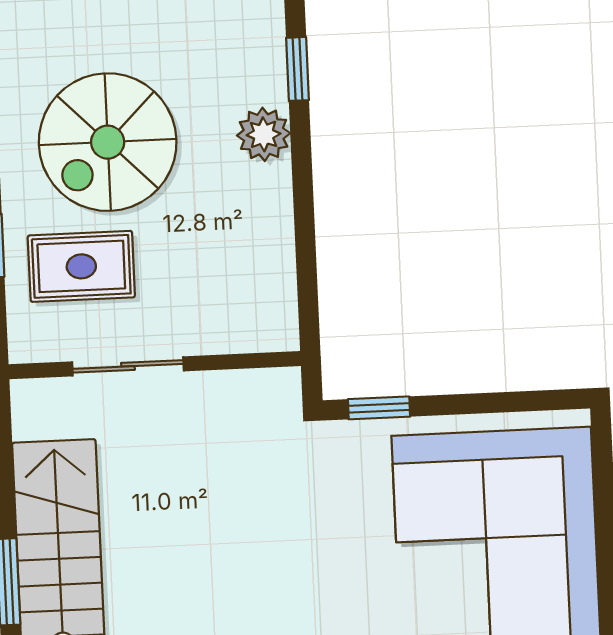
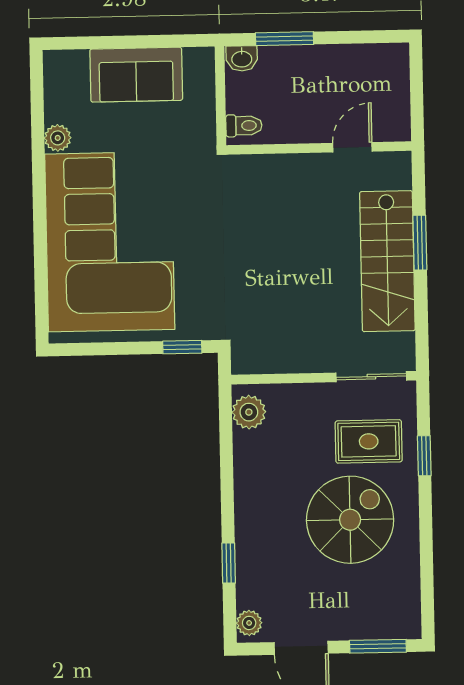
plant: (264, 134) -> (249, 412), moved
sliding door: (128, 366) -> (371, 377), moved

